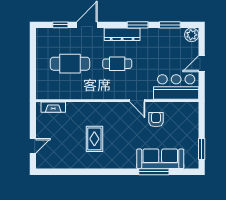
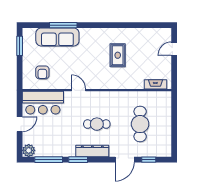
window: (170, 25) -> (49, 160), width x1.44
cafe table: (70, 64) -> (140, 124), turned 90
armchair: (156, 120) -> (42, 72), moved

